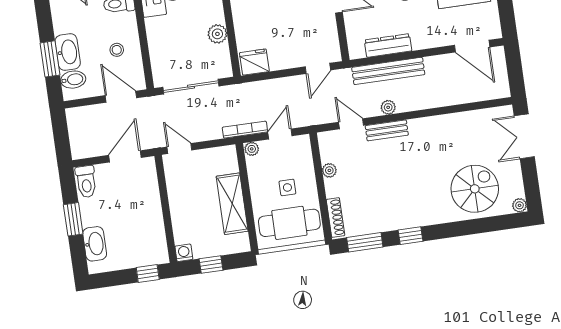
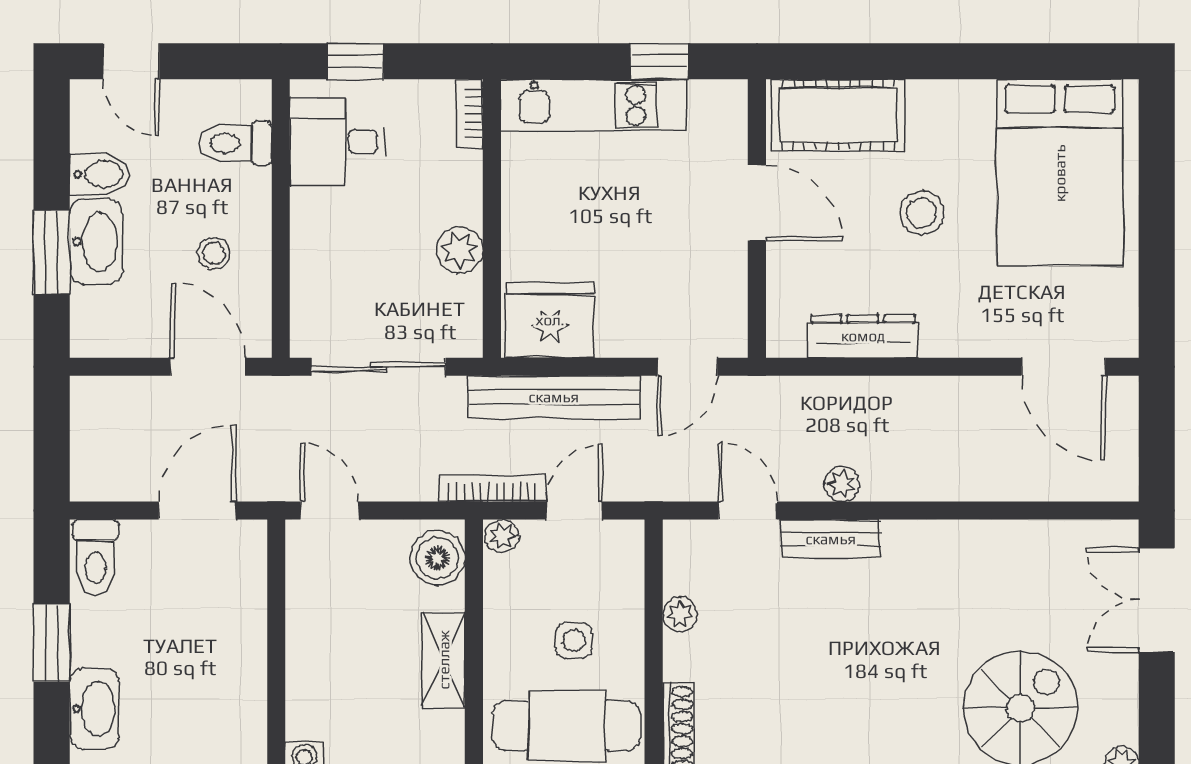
fridge: (254, 62) -> (550, 320), width x1.36, depth x1.34
bench: (388, 71) -> (554, 397), moved
bidet: (73, 80) -> (100, 174), moved
boiler: (227, 162) -> (438, 558), added
shelving: (232, 204) -> (444, 660), width x0.67, depth x0.75

